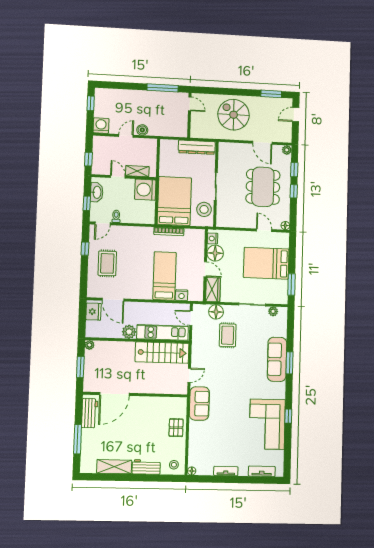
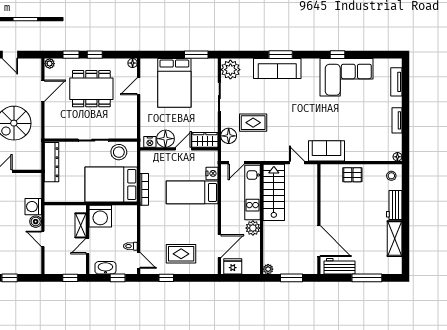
washing machine: (101, 126) -> (33, 207), moved
plant: (273, 311) -> (230, 70), width x1.87, depth x1.87

